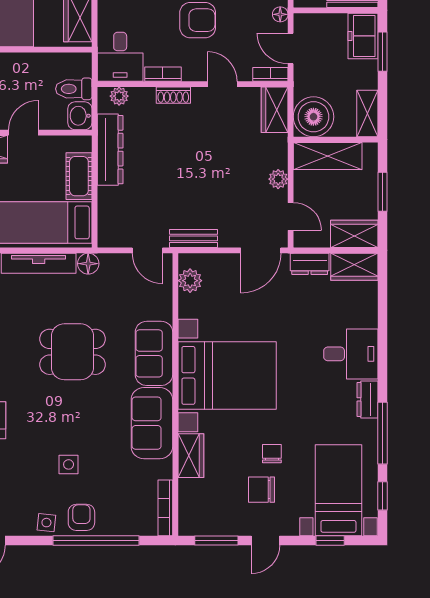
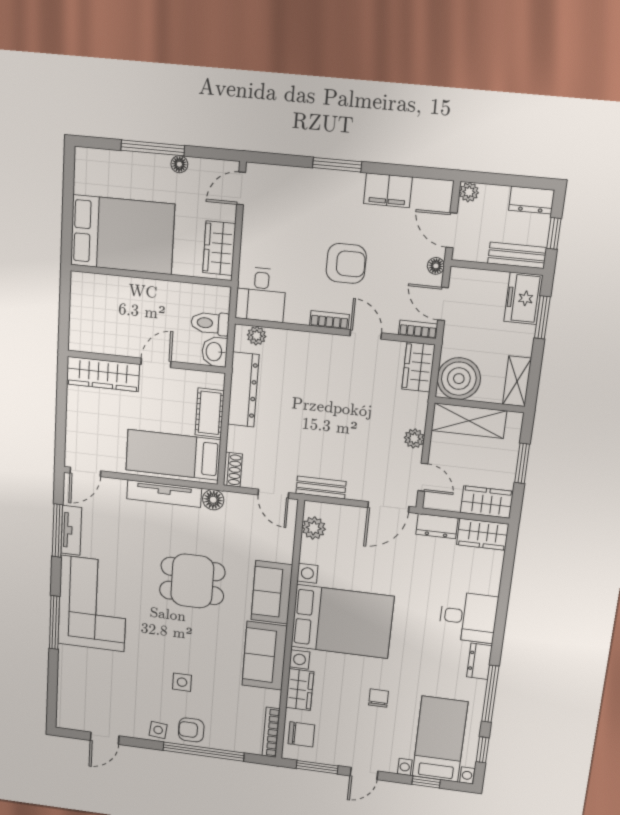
bookcase: (163, 74) -> (329, 320), moved
shoe rack: (173, 95) -> (233, 470), moved, turned -90
chair: (262, 490) -> (301, 734), moved, turned 180
armchair: (81, 517) -> (191, 730), turned -90

